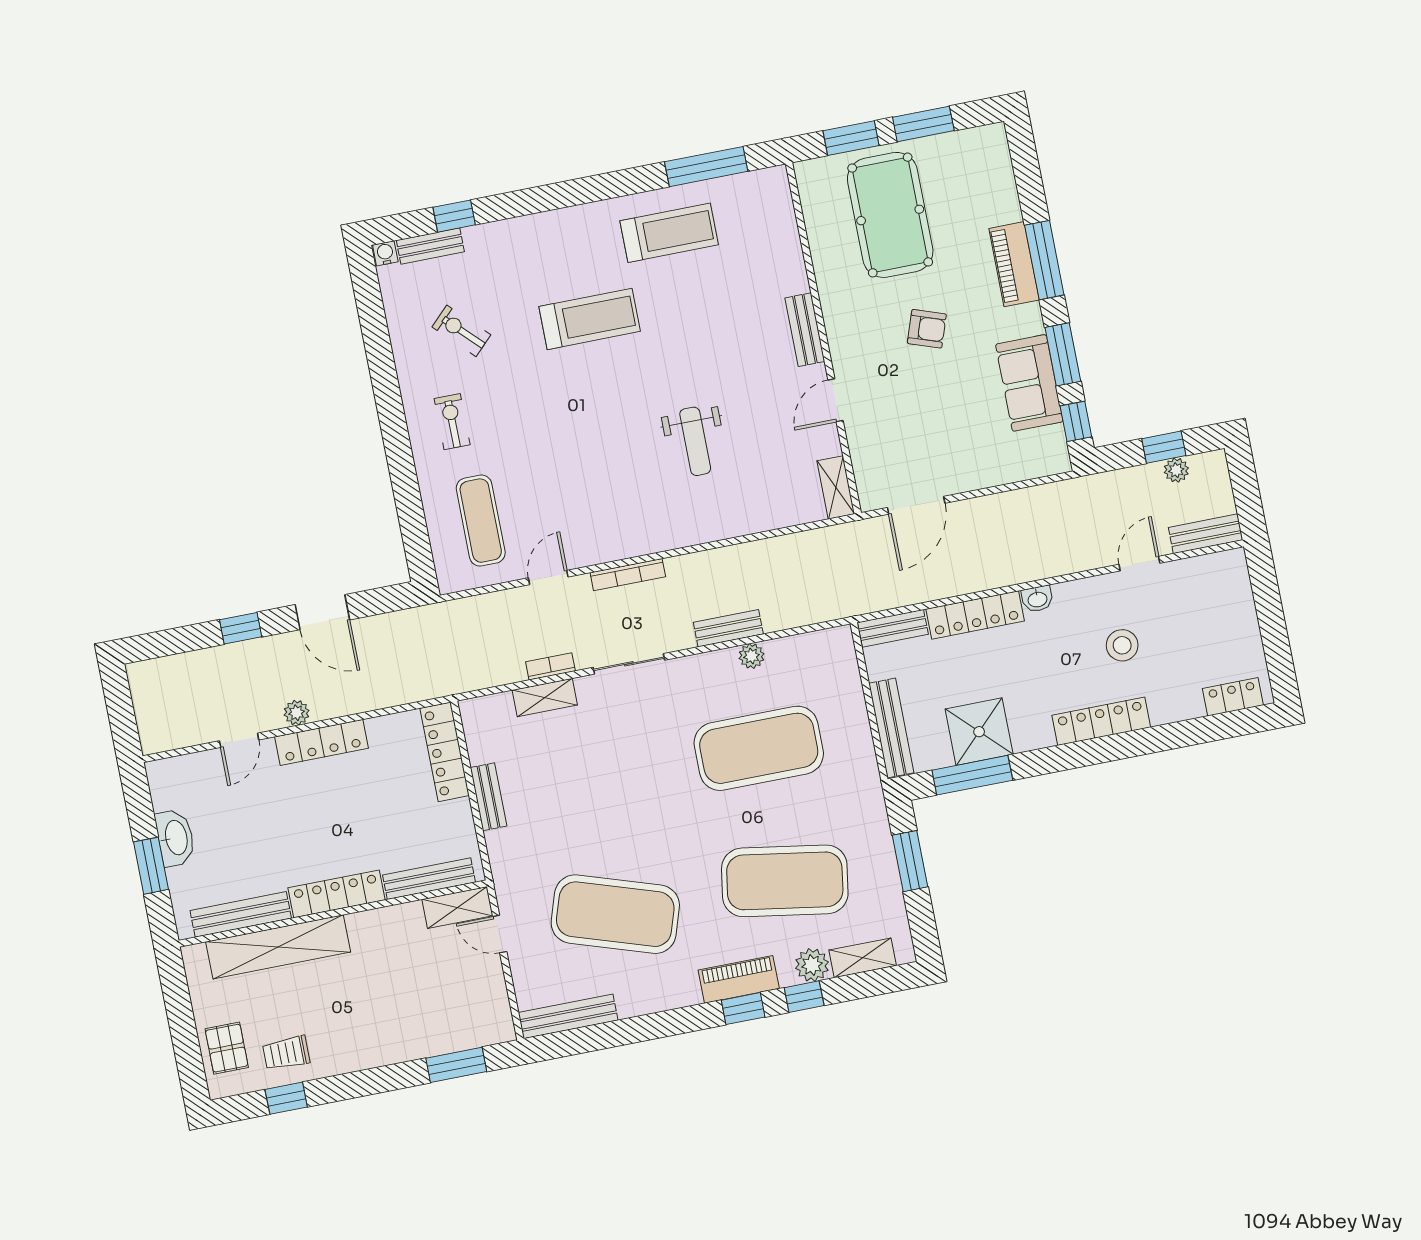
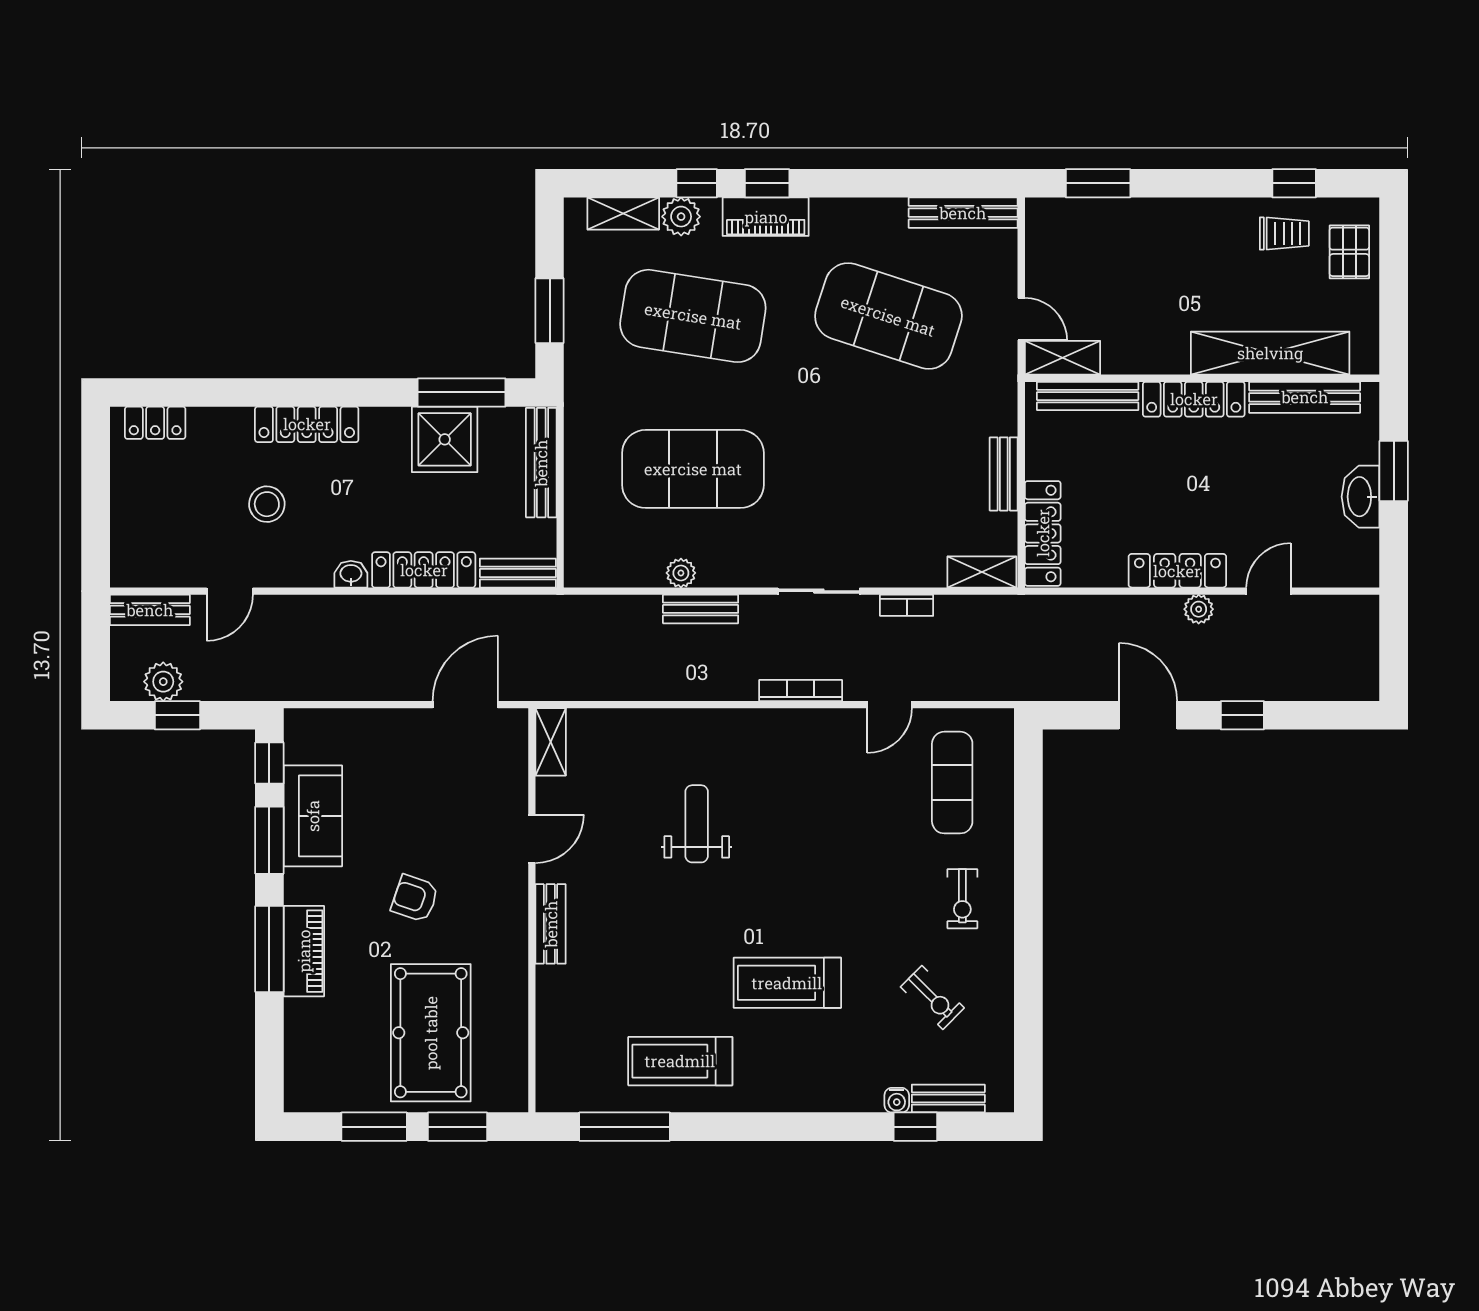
water cooler: (385, 253) -> (897, 1100), moved
plant: (1176, 470) -> (163, 682), width x1.38, depth x1.38
shelving: (545, 698) -> (982, 572), moved

